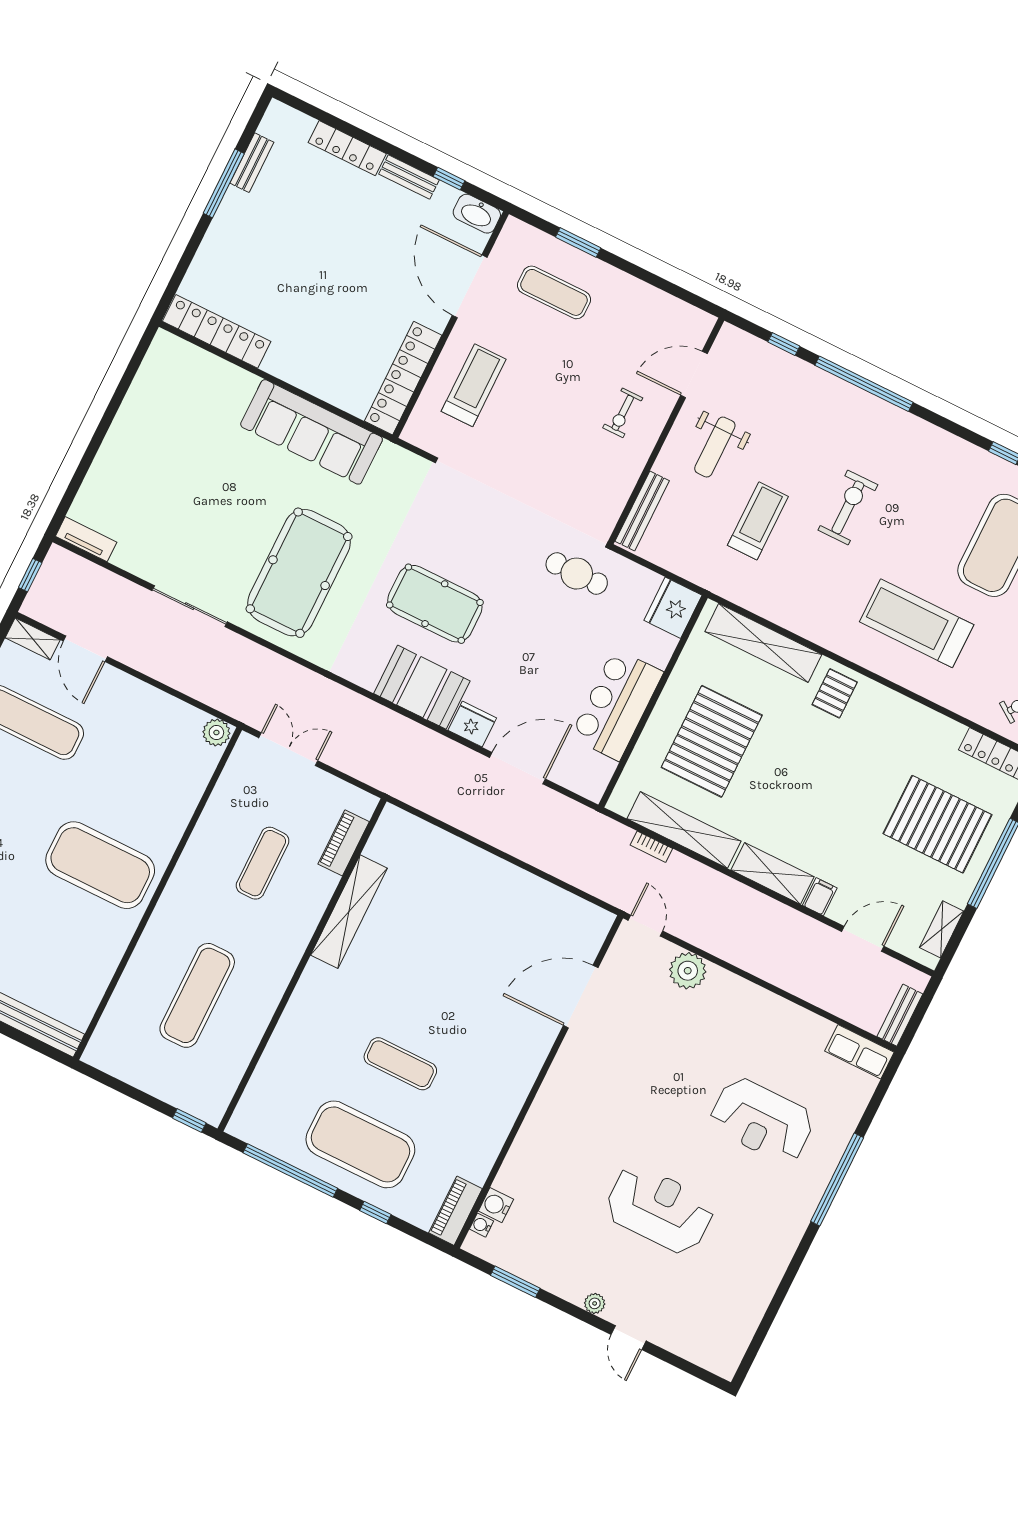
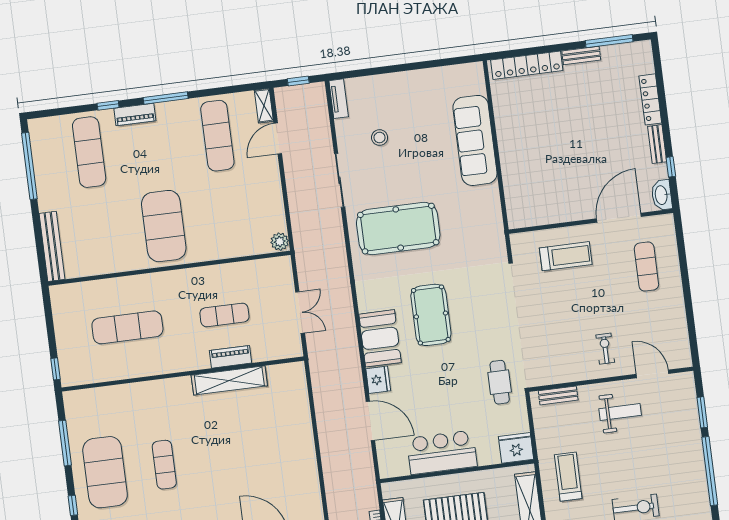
bench: (252, 163) -> (581, 55), moved
window: (224, 183) -> (609, 41), moved
window: (578, 242) -> (683, 262), removed
locker: (217, 331) -> (527, 65), moved, turned 90
window: (784, 344) -> (702, 412), width x1.50
locker: (403, 378) -> (544, 215), removed
exercise bike: (623, 413) -> (605, 349), turned 90
sofa: (312, 432) -> (475, 140), moved
weight bench: (715, 447) -> (620, 412), turned 180
bench: (642, 511) -> (558, 395), width x0.73
stool: (169, 520) -> (380, 138), added
treadmill: (758, 521) -> (568, 477), moved, turned -90
double door: (288, 749) -> (300, 313), moved
piano: (344, 843) -> (231, 357), moved
window: (290, 1171) -> (65, 443), width x0.68

